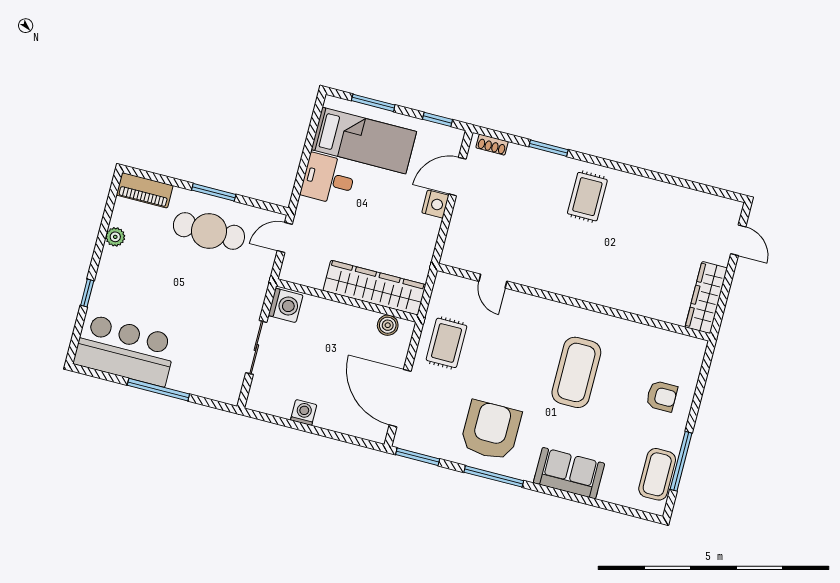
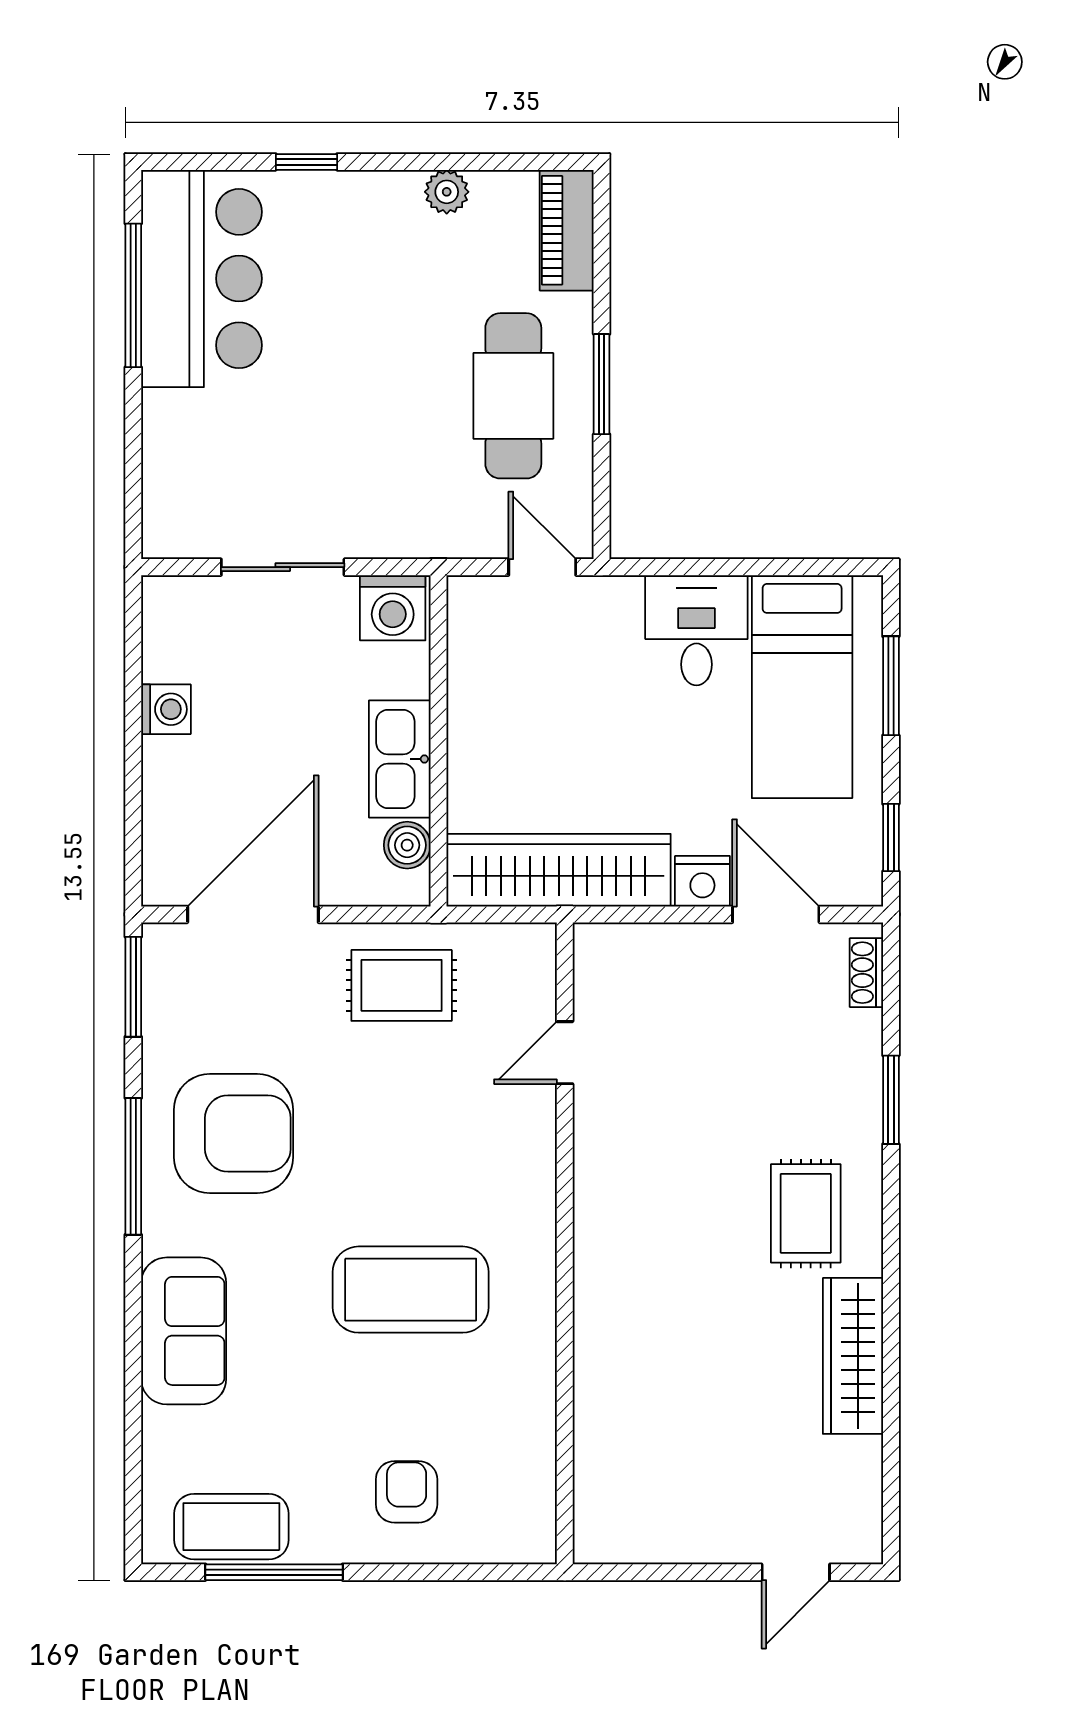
rug: (587, 197) -> (806, 1213), turned 90
wardrobe: (374, 288) -> (559, 870), moved, turned -90
wardrobe: (706, 298) -> (853, 1356), moved, turned -90
kitchen sink: (350, 319) -> (400, 759), added
window: (158, 390) -> (133, 295), moved
armchair: (662, 396) -> (407, 1492), turned 180

